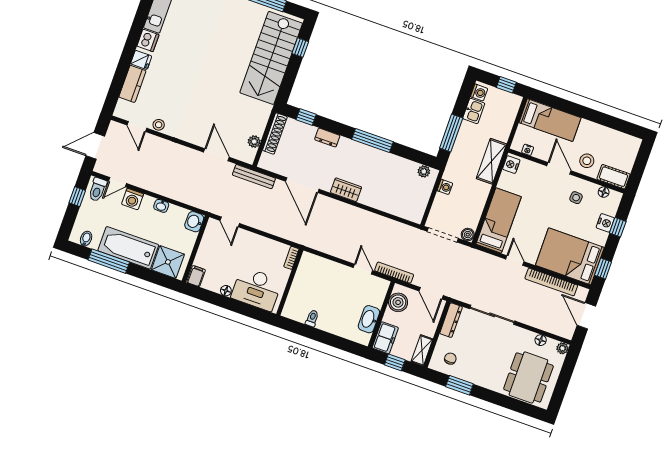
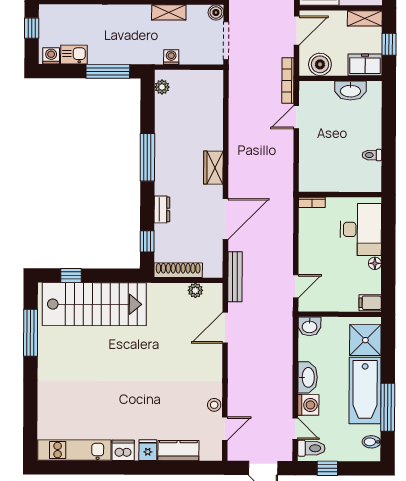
shelving: (491, 161) -> (169, 12), moved, width x0.67, depth x0.75
washbasin: (161, 206) -> (308, 377), width x1.91, depth x1.45

